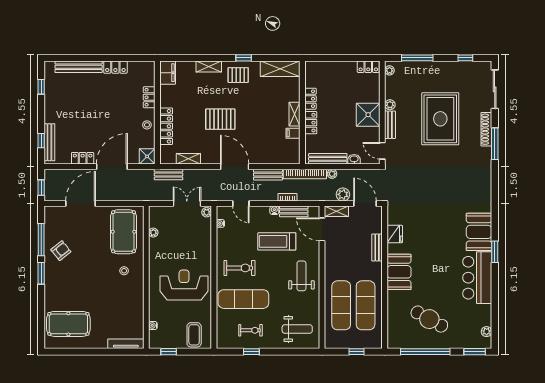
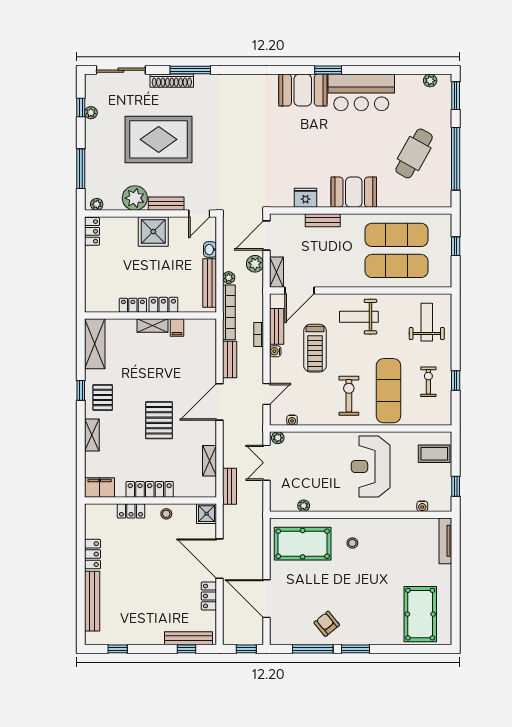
plant: (461, 66) -> (91, 113), added
plant: (390, 105) -> (135, 198), width x1.87, depth x1.87
locker: (166, 126) -> (150, 489), moved

